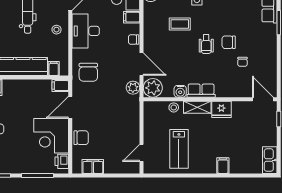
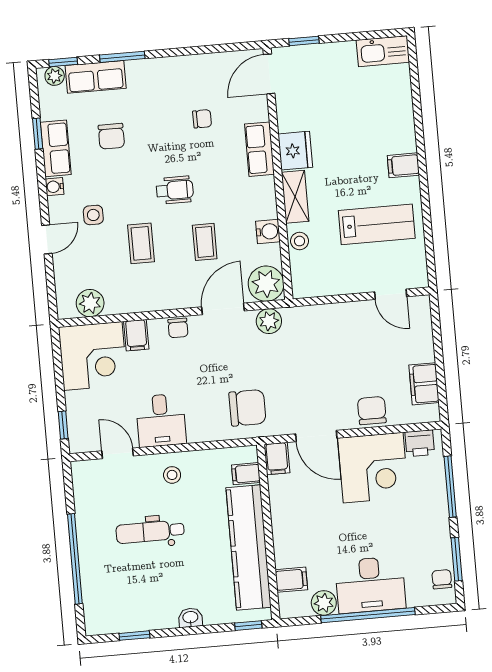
desk: (86, 31) -> (161, 420), width x0.73
chair: (229, 42) -> (111, 136), moved
coffee table: (178, 57) -> (205, 242), added
row of seats: (201, 91) -> (259, 149), moved
filing cabinet: (223, 166) -> (403, 165), moved

